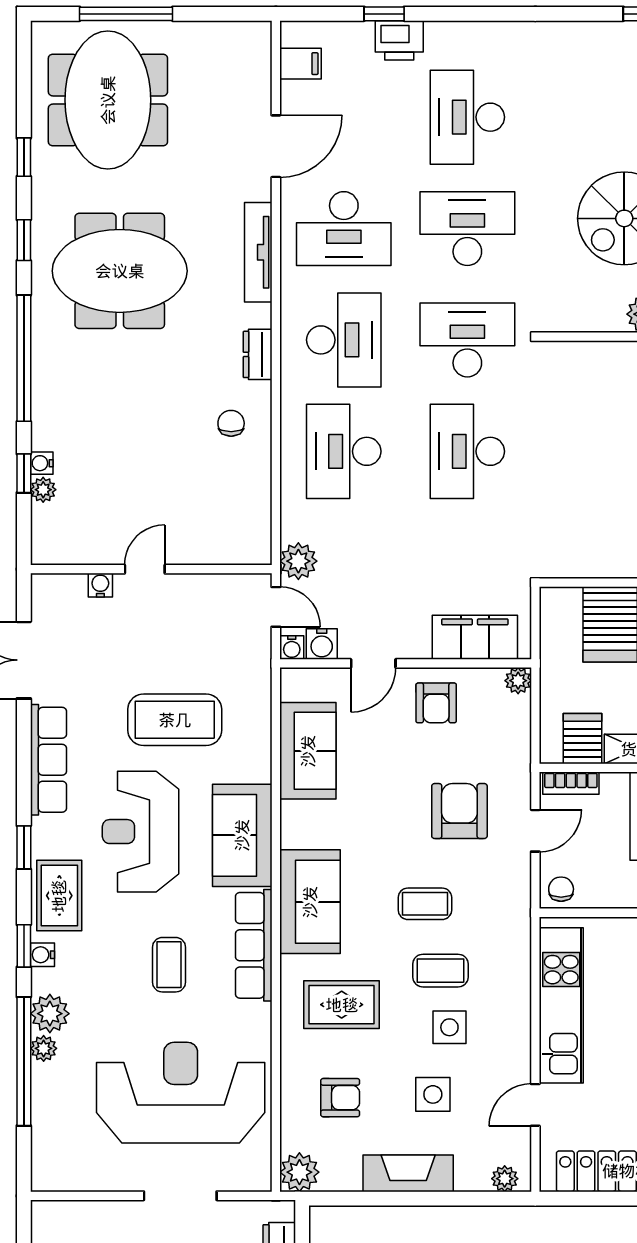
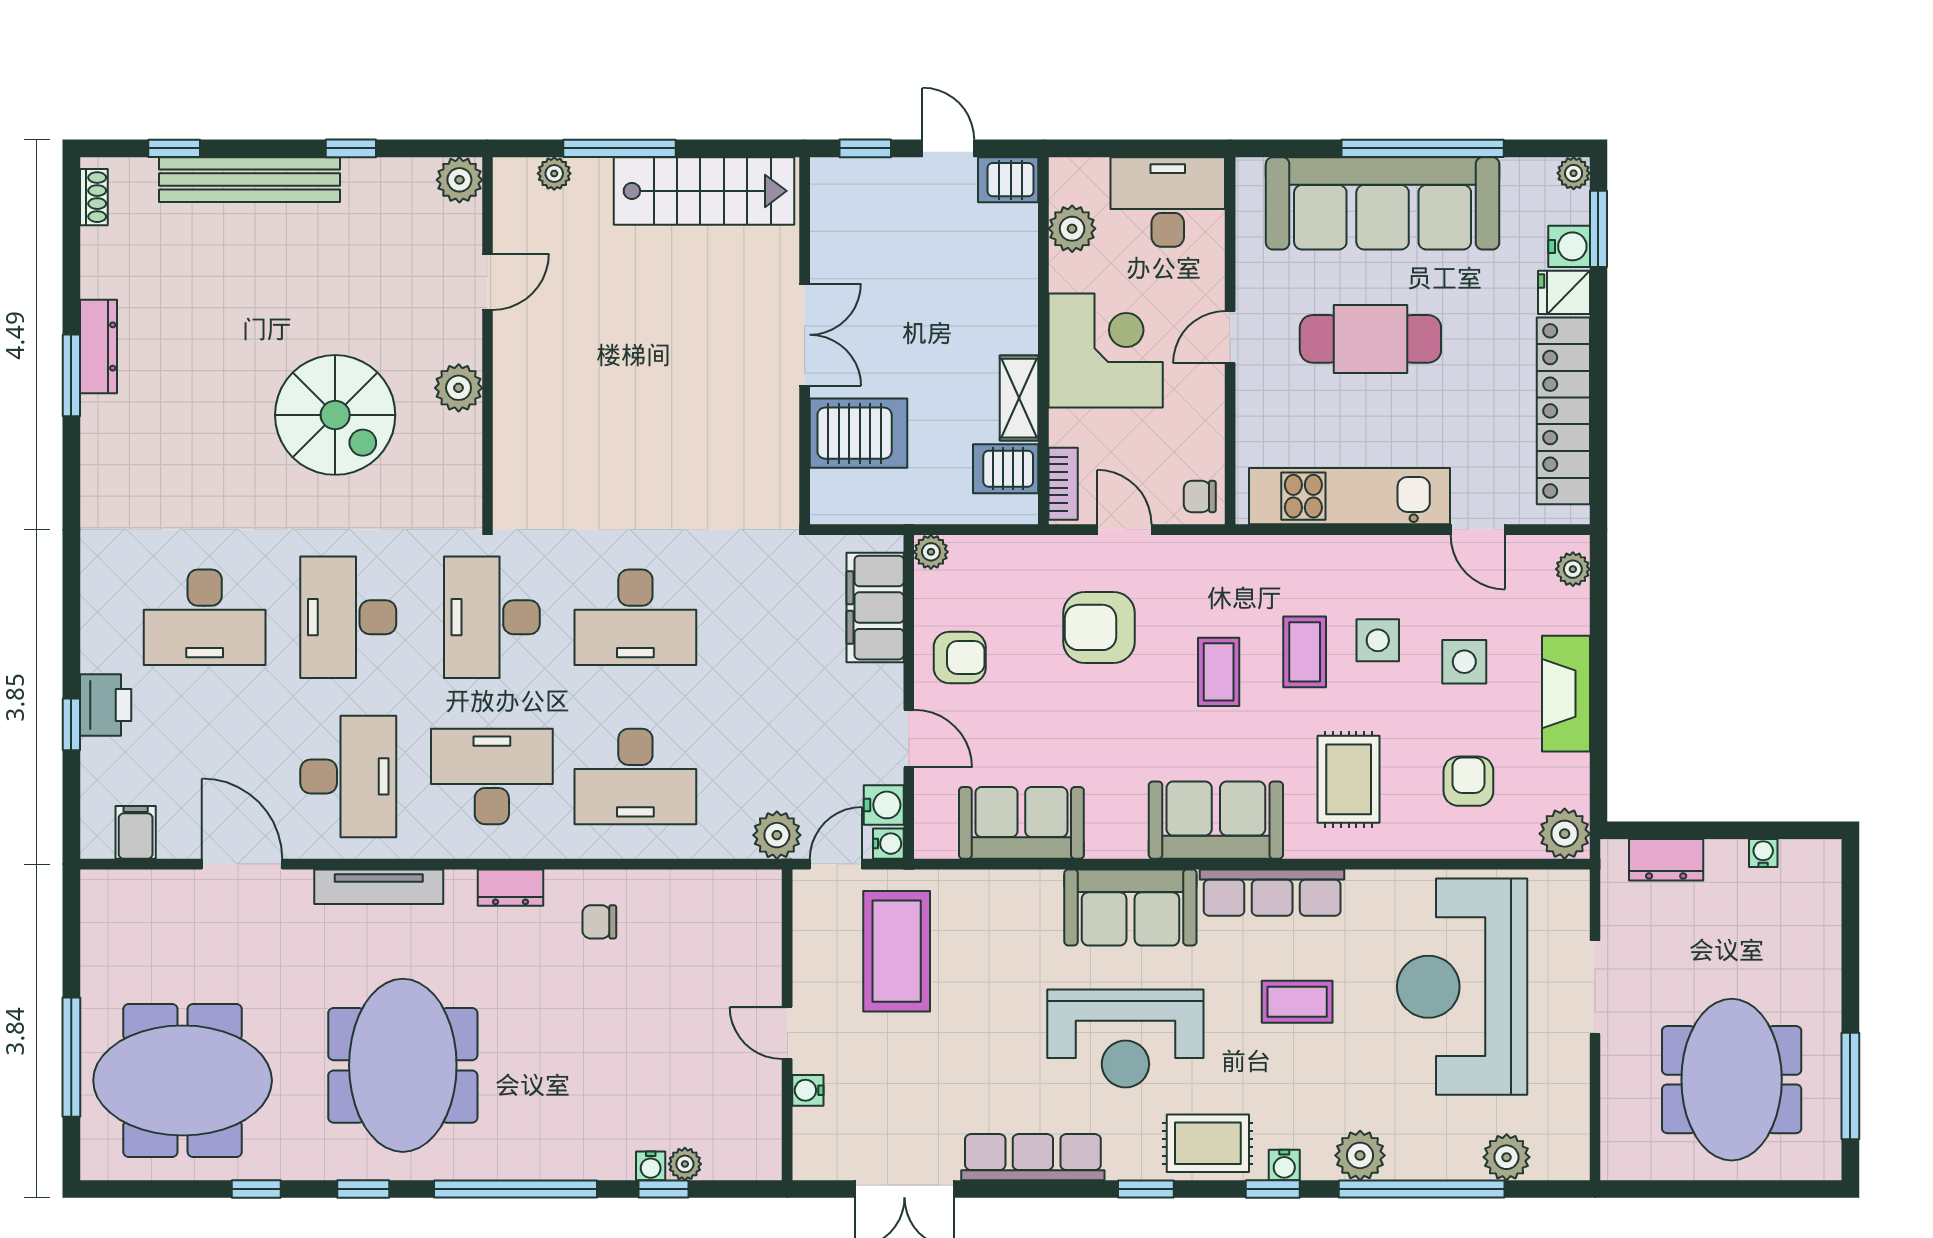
coffee table: (175, 720) -> (897, 951), moved
plant: (44, 1048) -> (1507, 1157), moved, width x1.38, depth x1.38

